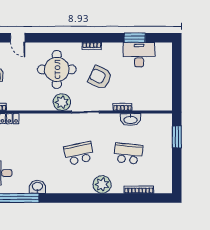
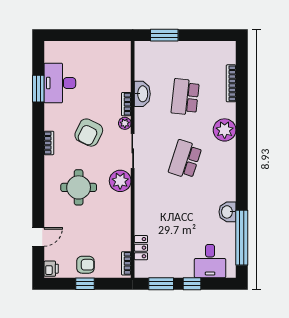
round table: (57, 69) -> (79, 187), width x0.73, depth x0.73
plant: (107, 106) -> (125, 123), added
school desk: (79, 153) -> (185, 159), turned 30

